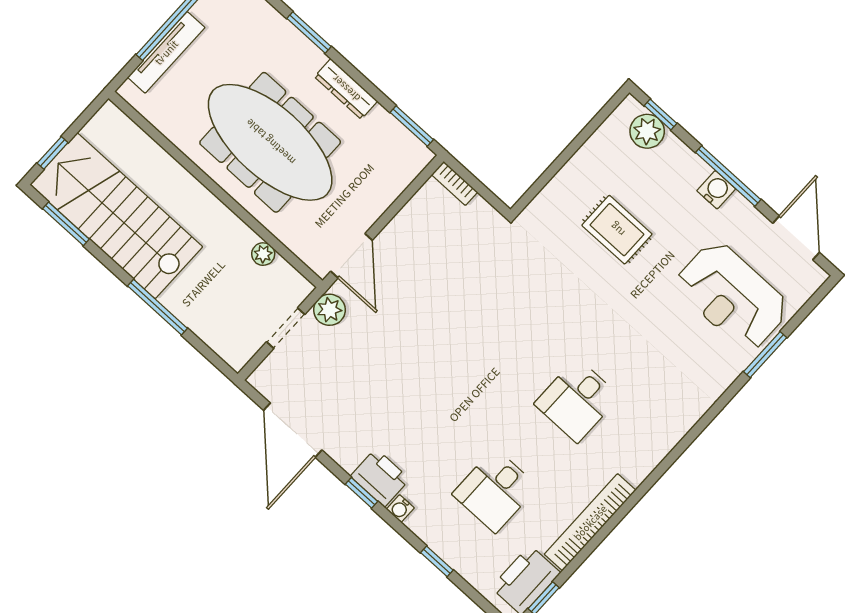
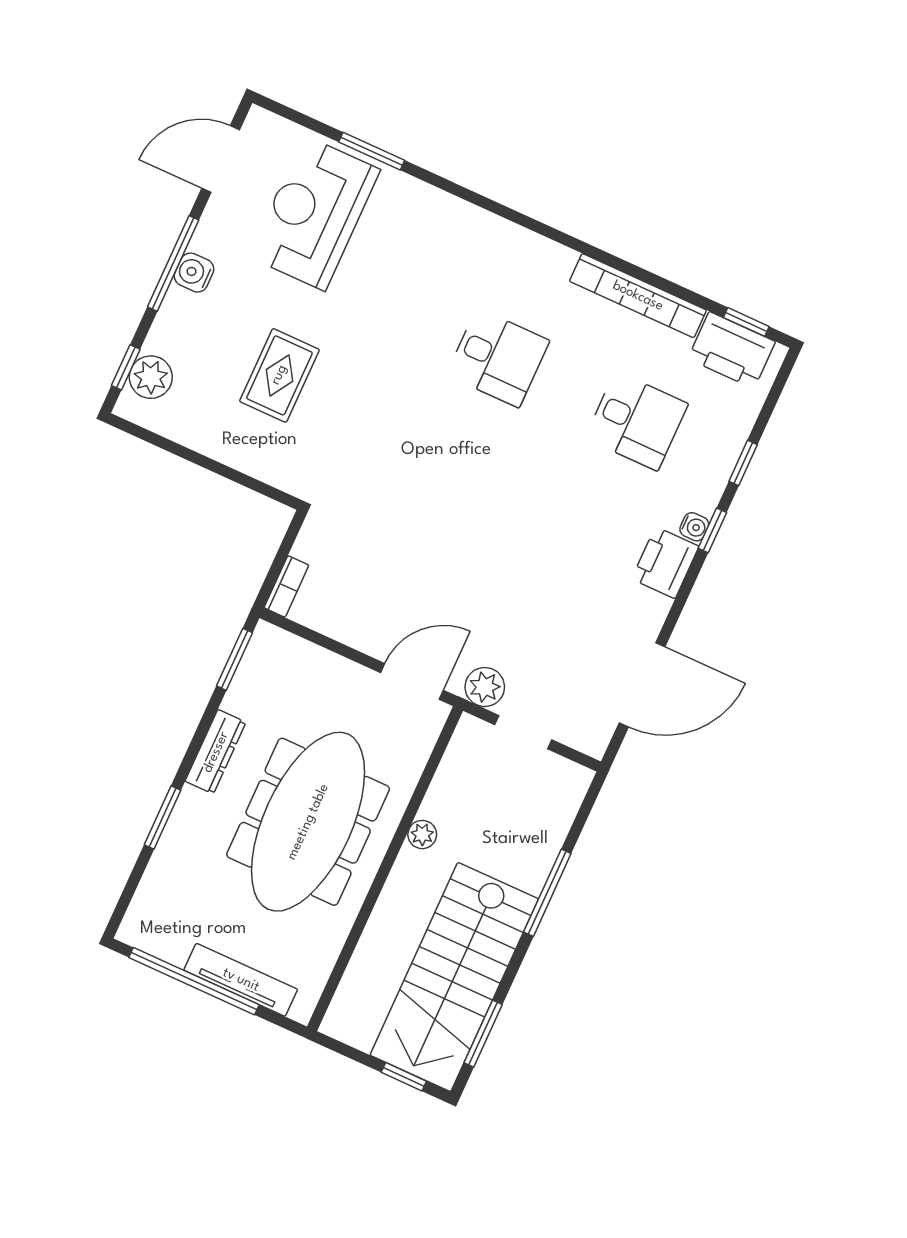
plant: (263, 254) -> (422, 835), moved
reception desk: (732, 296) -> (314, 213), turned 180
window: (362, 493) -> (712, 530), moved

